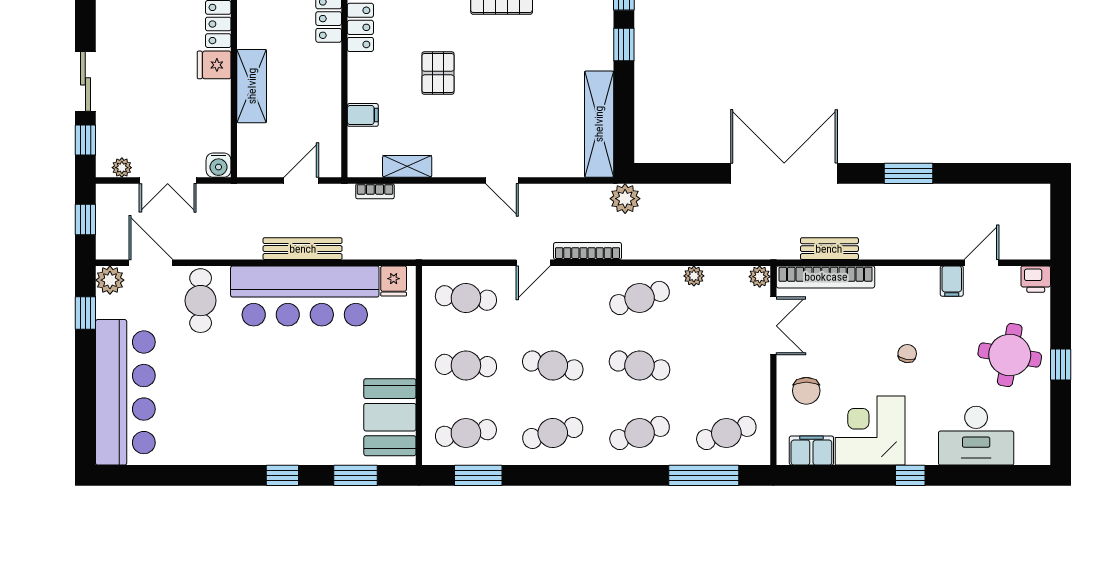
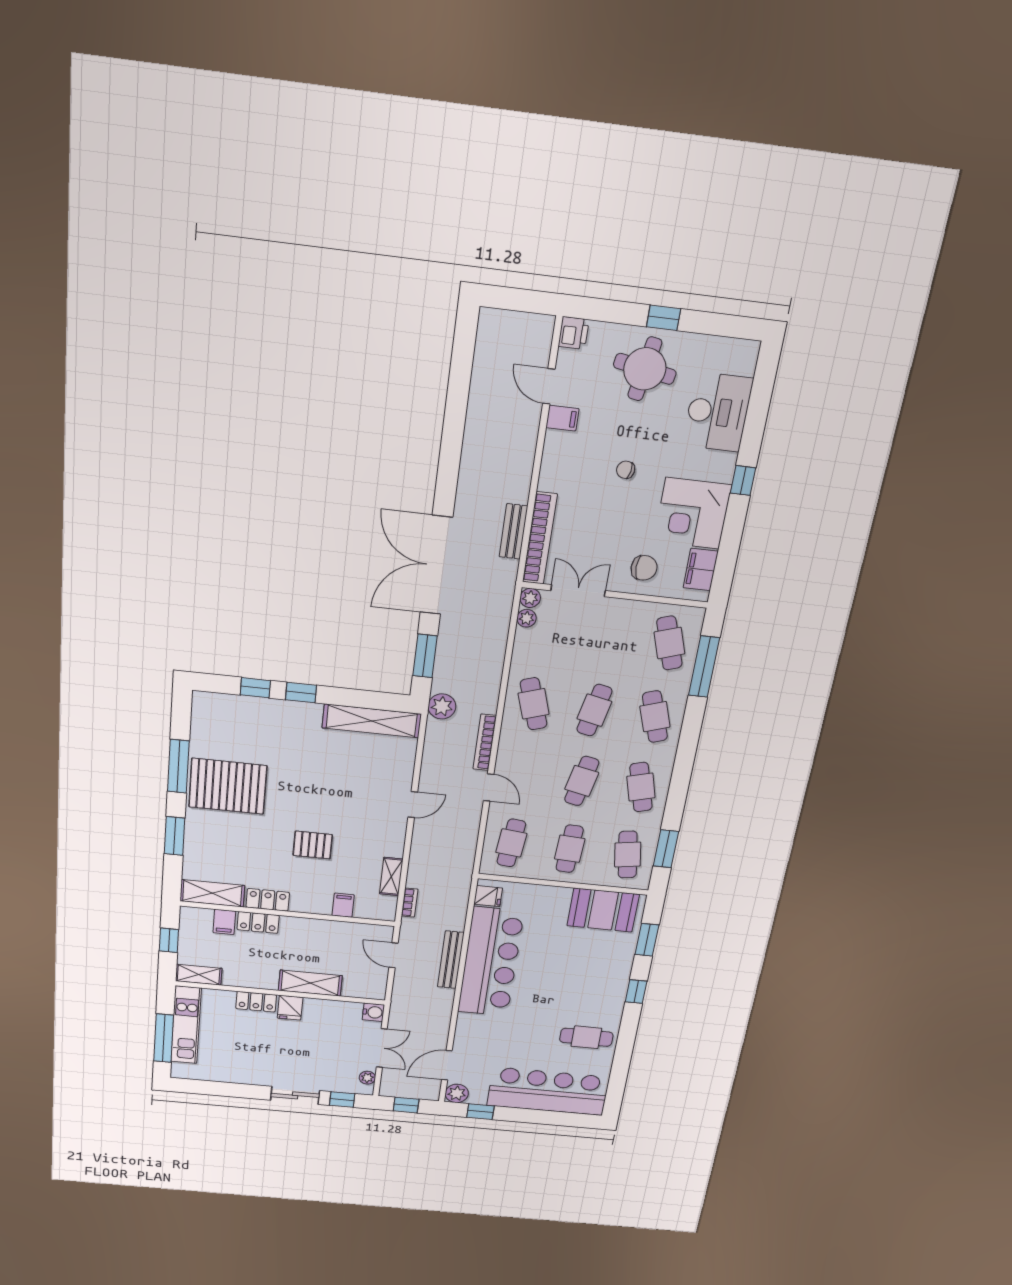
window: (908, 173) -> (425, 656), moved
plant: (694, 276) -> (527, 618), moved
cafe table: (201, 301) -> (586, 1037), moved

